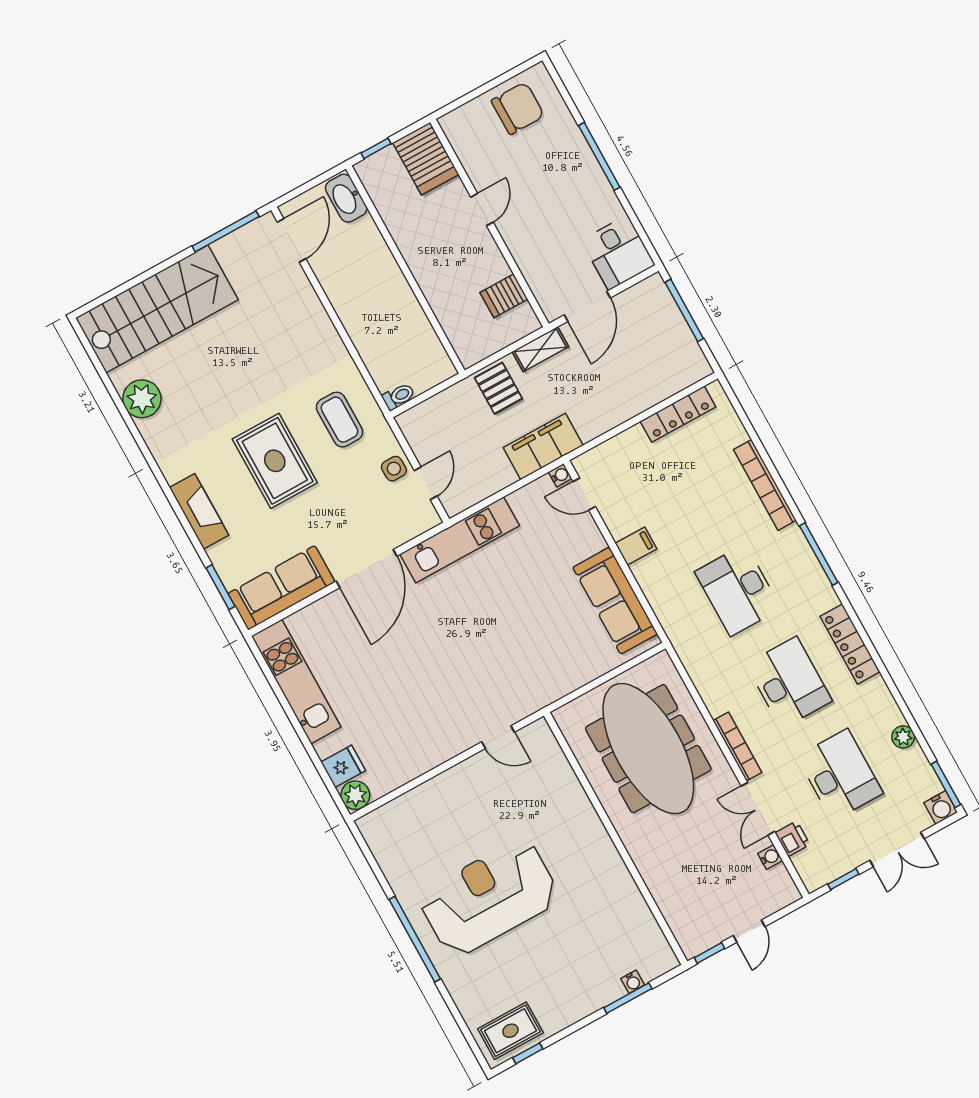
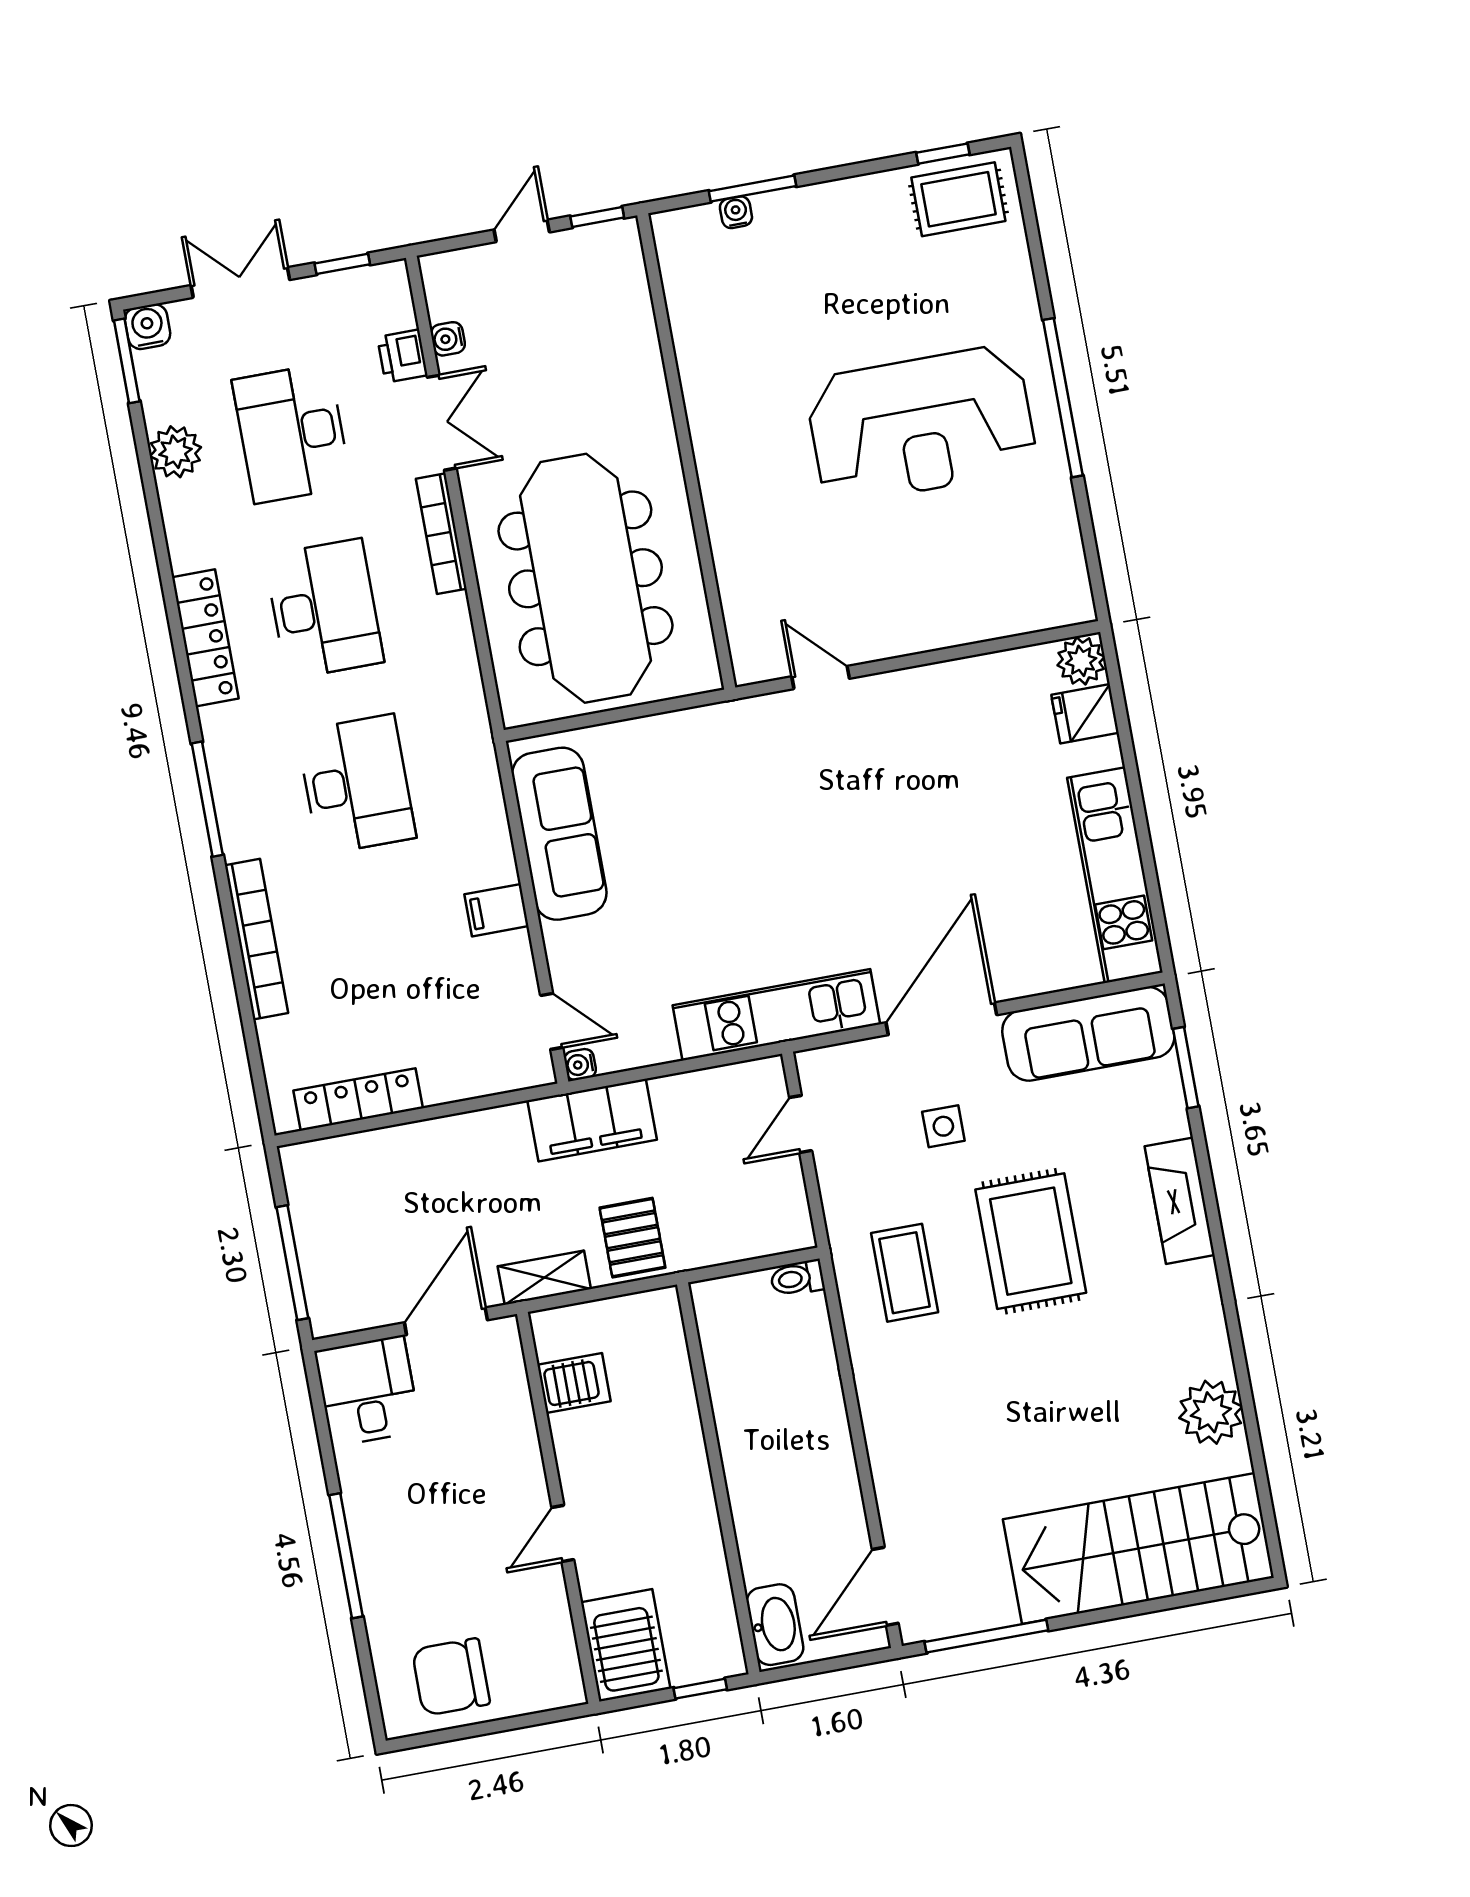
side table: (394, 469) -> (943, 1126), moved
desk: (789, 683) -> (324, 609), turned 180
plant: (903, 737) -> (175, 452), width x1.38, depth x1.38

